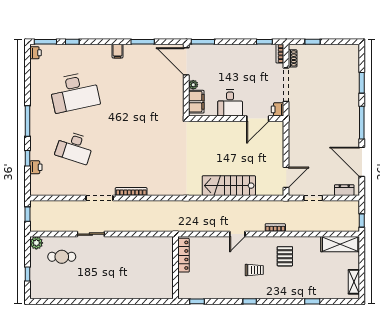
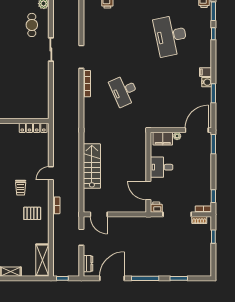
water cooler: (129, 50) -> (207, 82), added
desk: (74, 147) -> (124, 91), moved, turned -42
door: (237, 234) -> (51, 173), hinge flipped

